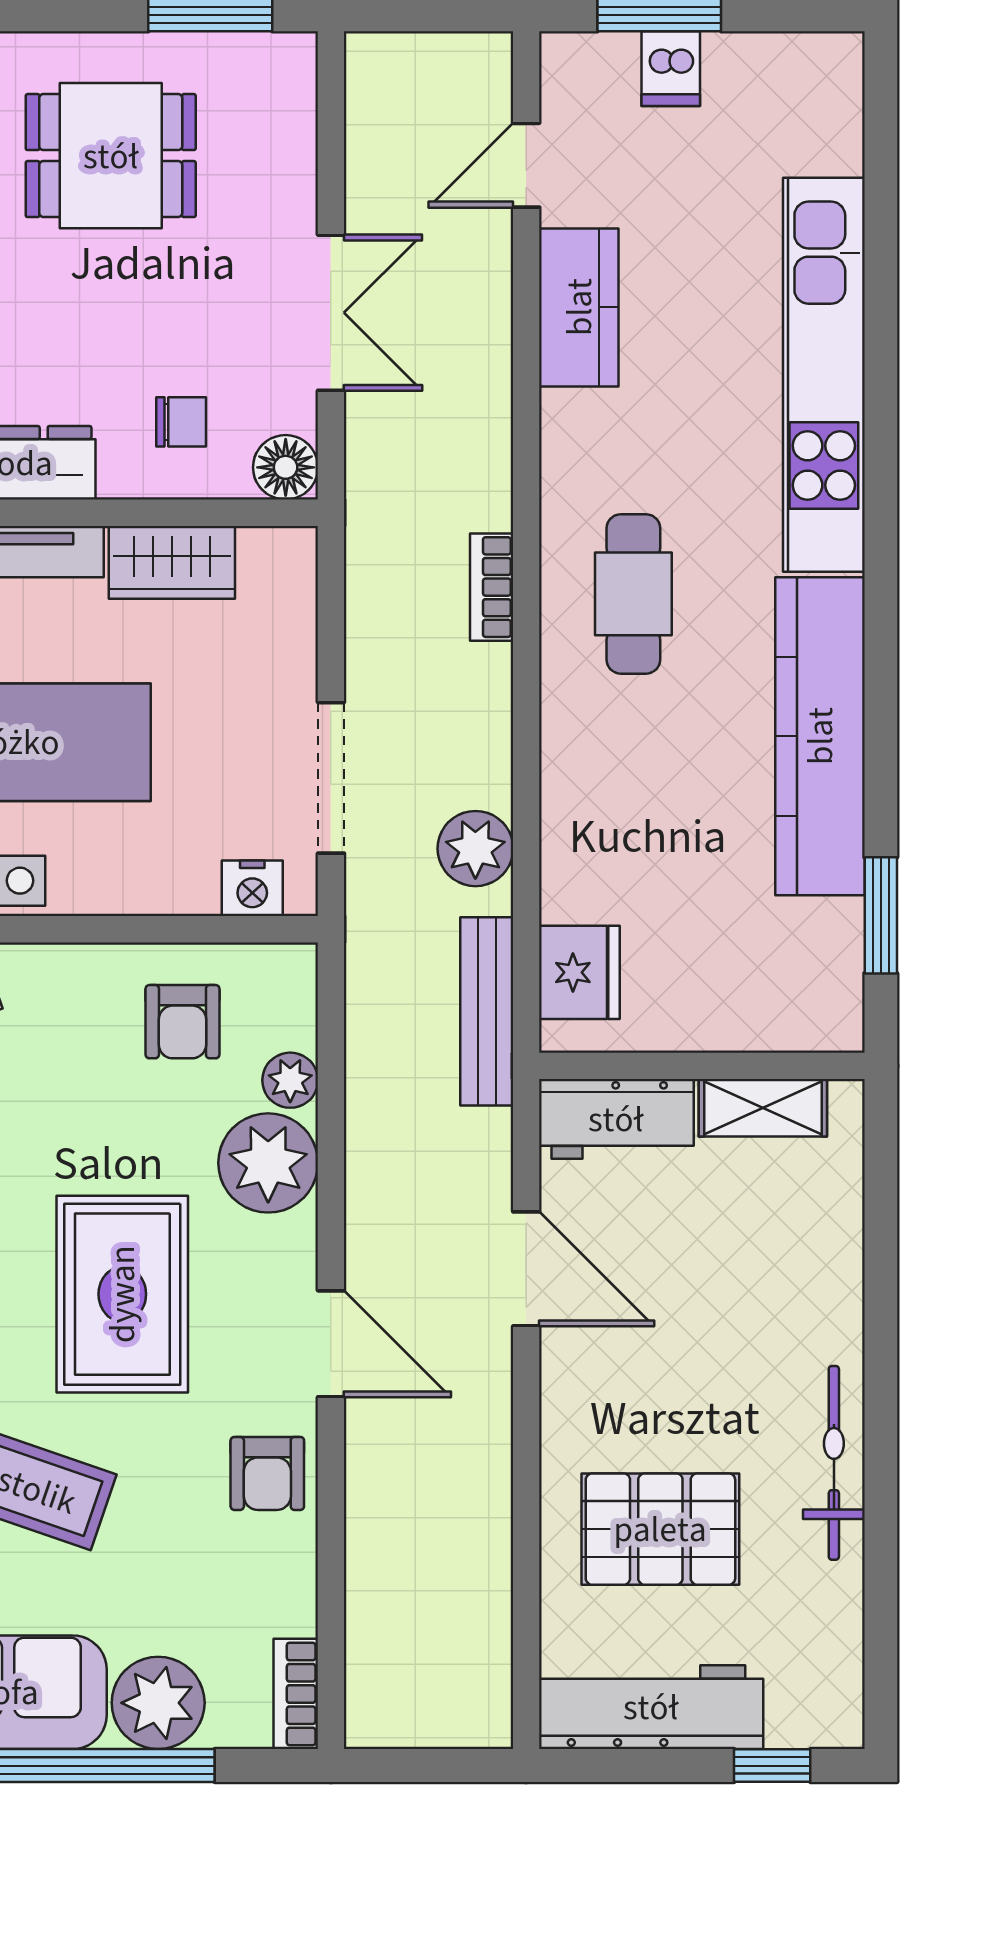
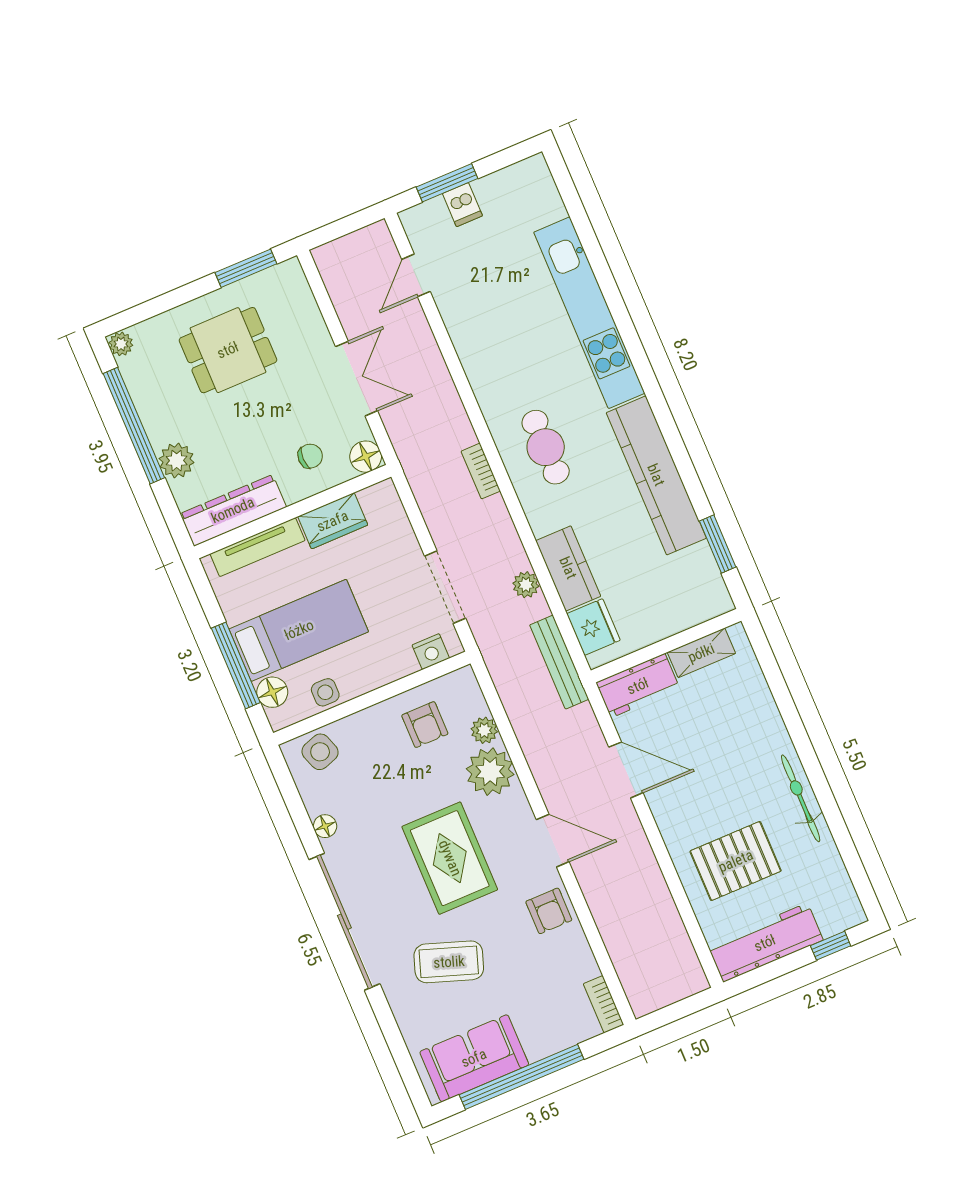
kitchen counter: (579, 307) -> (568, 568), moved
plant: (475, 849) -> (526, 585), width x0.73, depth x0.73
plant: (158, 1703) -> (544, 1034), removed

